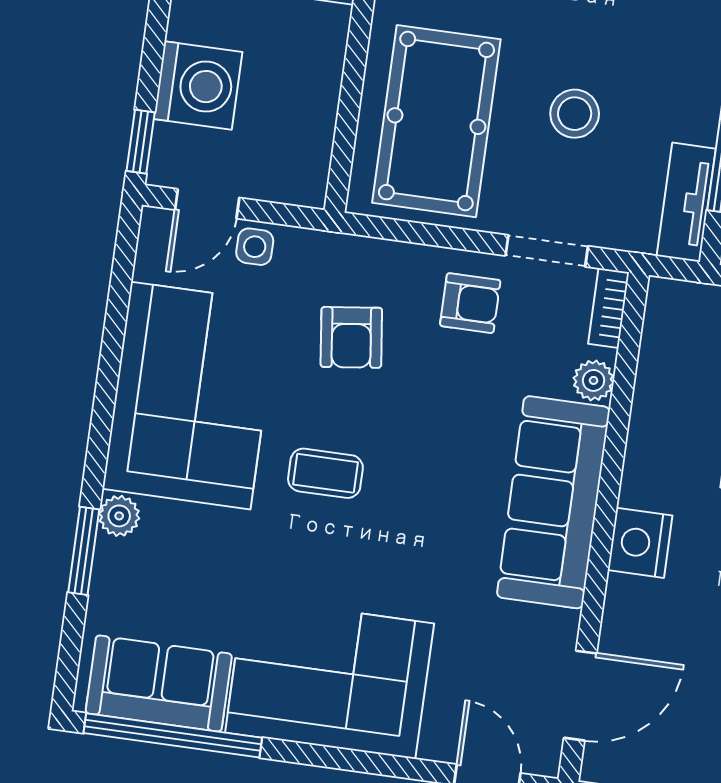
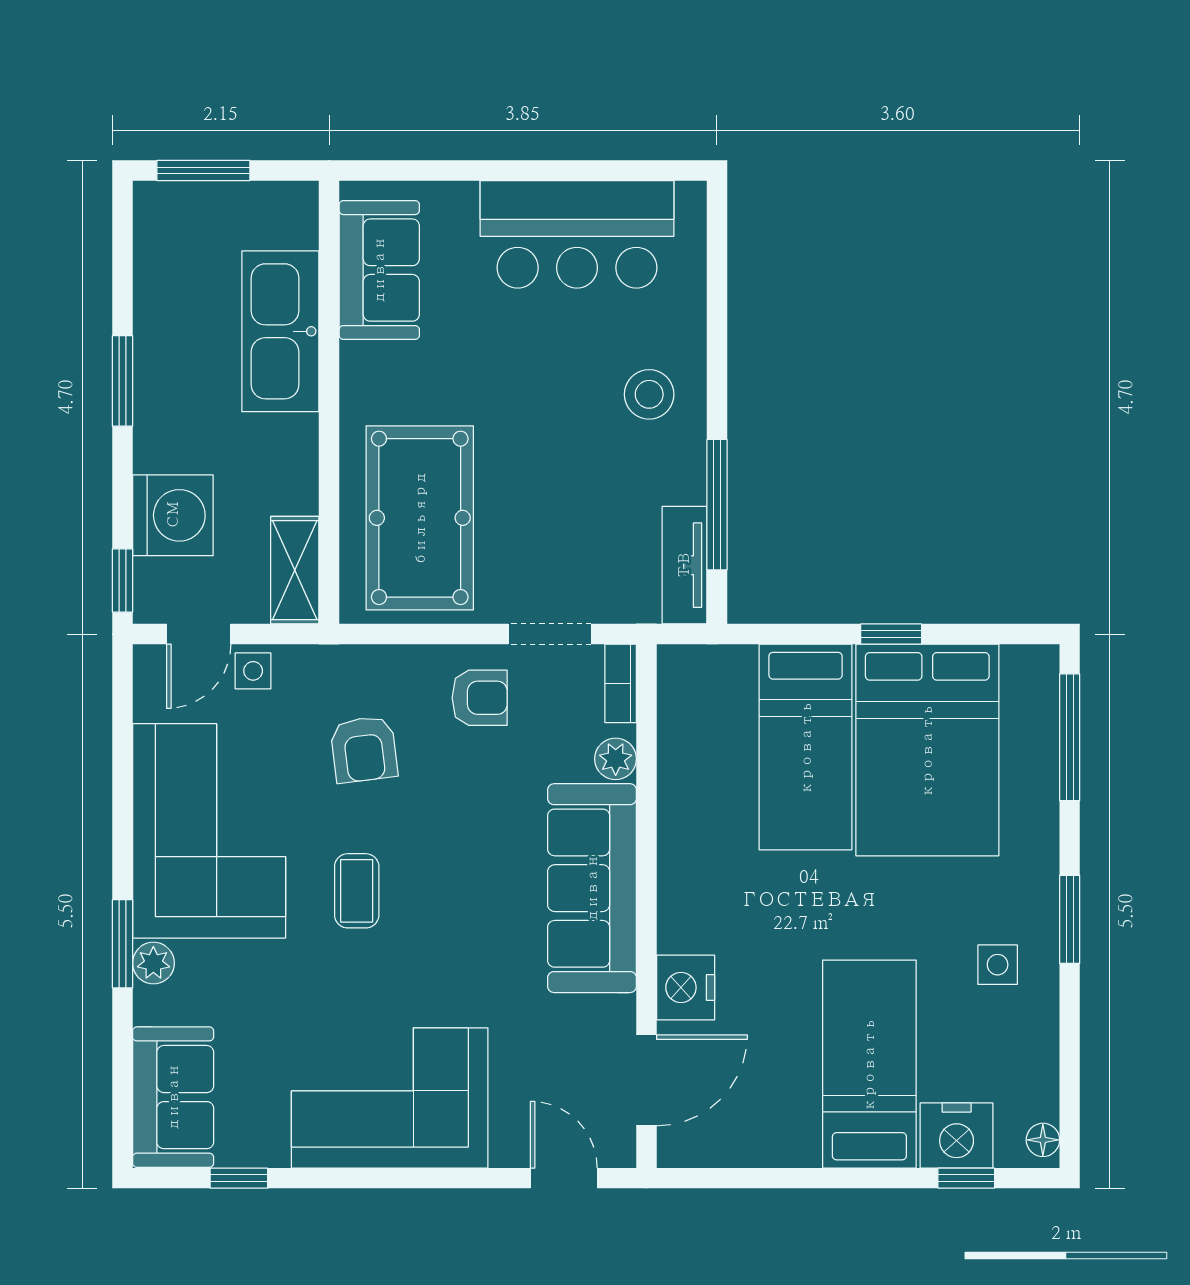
stool: (575, 114) -> (649, 394), moved
shelving: (309, 155) -> (295, 570), added
coffee table: (325, 473) -> (357, 891), turned 90
nightstand: (640, 543) -> (686, 988), moved
window: (84, 551) -> (122, 944), moved
sofa: (159, 684) -> (173, 1097), moved, turned 90
window: (173, 735) -> (239, 1178), width x0.32

